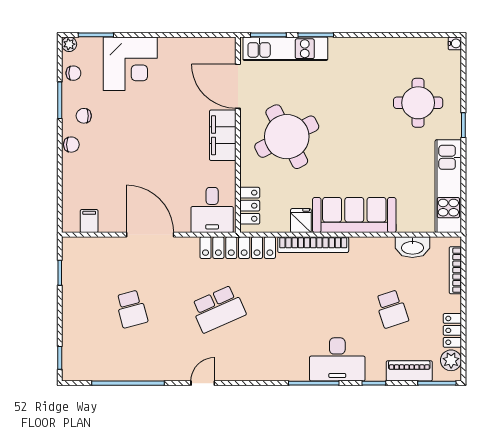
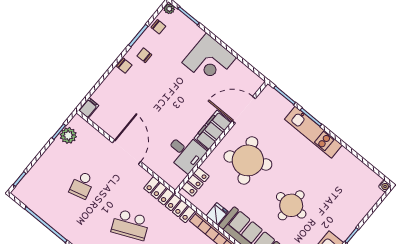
kitchen unit: (285, 49) -> (313, 132), moved
corner desk: (130, 64) -> (209, 60), moved
door: (238, 86) -> (244, 110), hinge flipped
round table: (418, 103) -> (291, 205), moved
desk: (212, 210) -> (185, 153), moved, turned -90
filing cabinet: (89, 221) -> (89, 108), moved
plant: (73, 268) -> (68, 135), added

